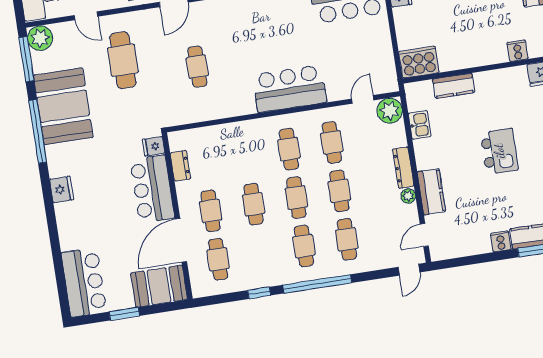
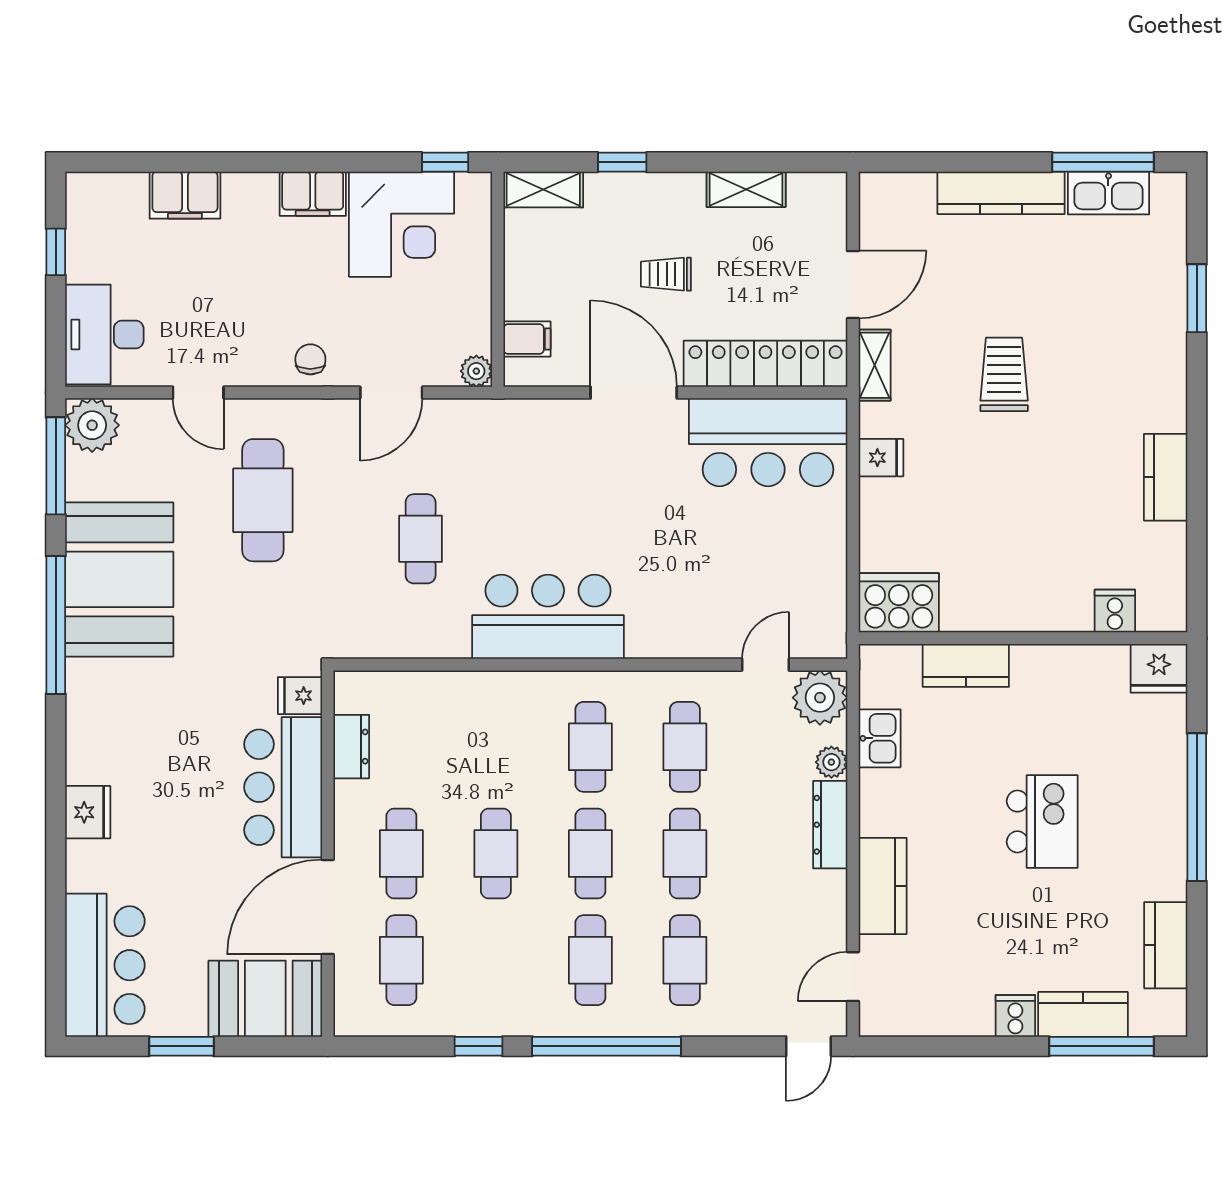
bar counter: (290, 89) -> (548, 617), moved
fridge: (62, 189) -> (88, 812), moved
plant: (408, 196) -> (831, 762), moved

